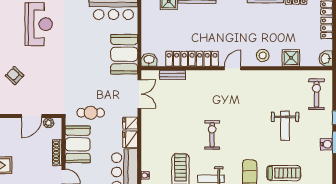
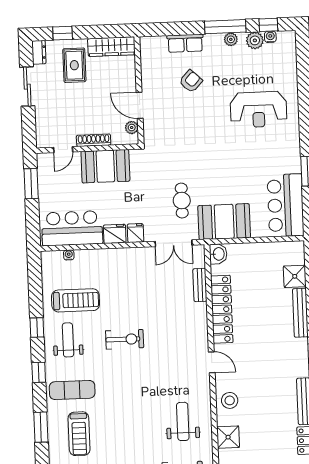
cafe table: (91, 113) -> (182, 201), moved
weight bench: (285, 126) -> (183, 421), moved, turned 90

